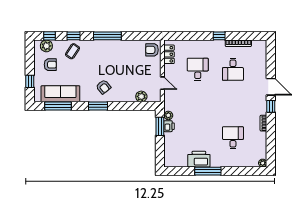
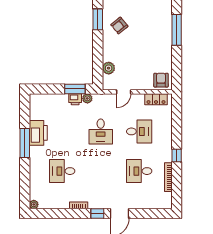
desk: (198, 104) -> (101, 131), added
desk: (233, 138) -> (62, 171), turned 180

